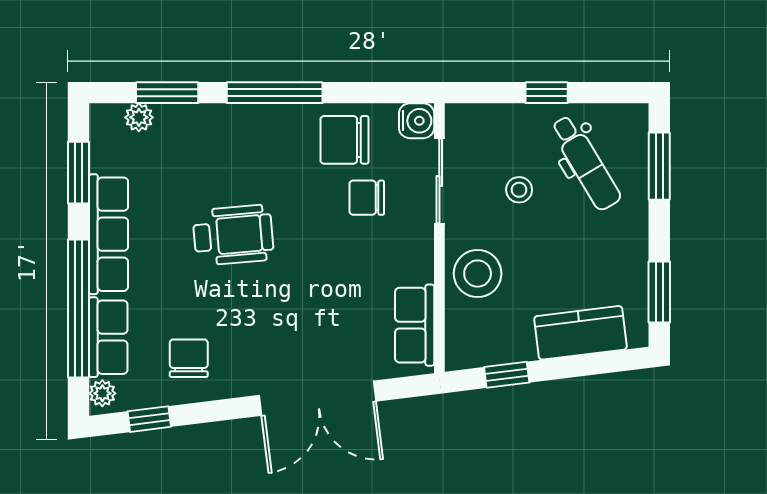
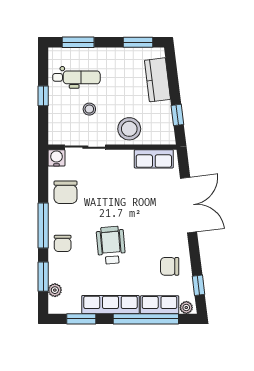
dental chair: (586, 163) -> (77, 77), turned 31
chair: (367, 198) -> (63, 243), moved

